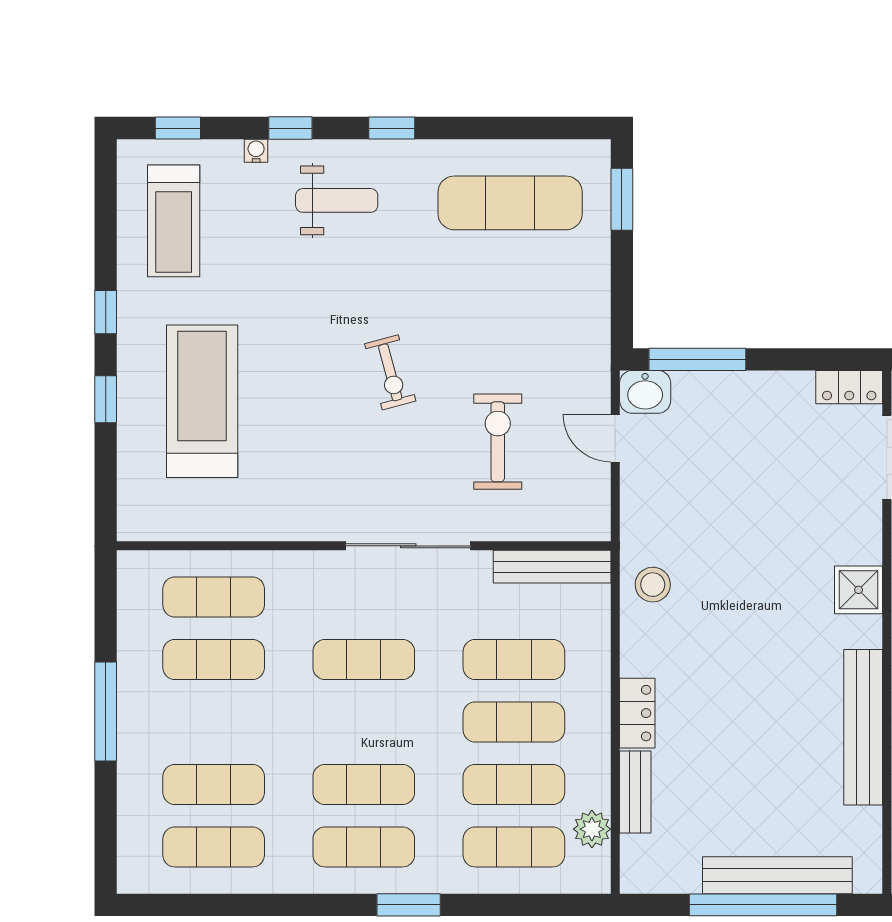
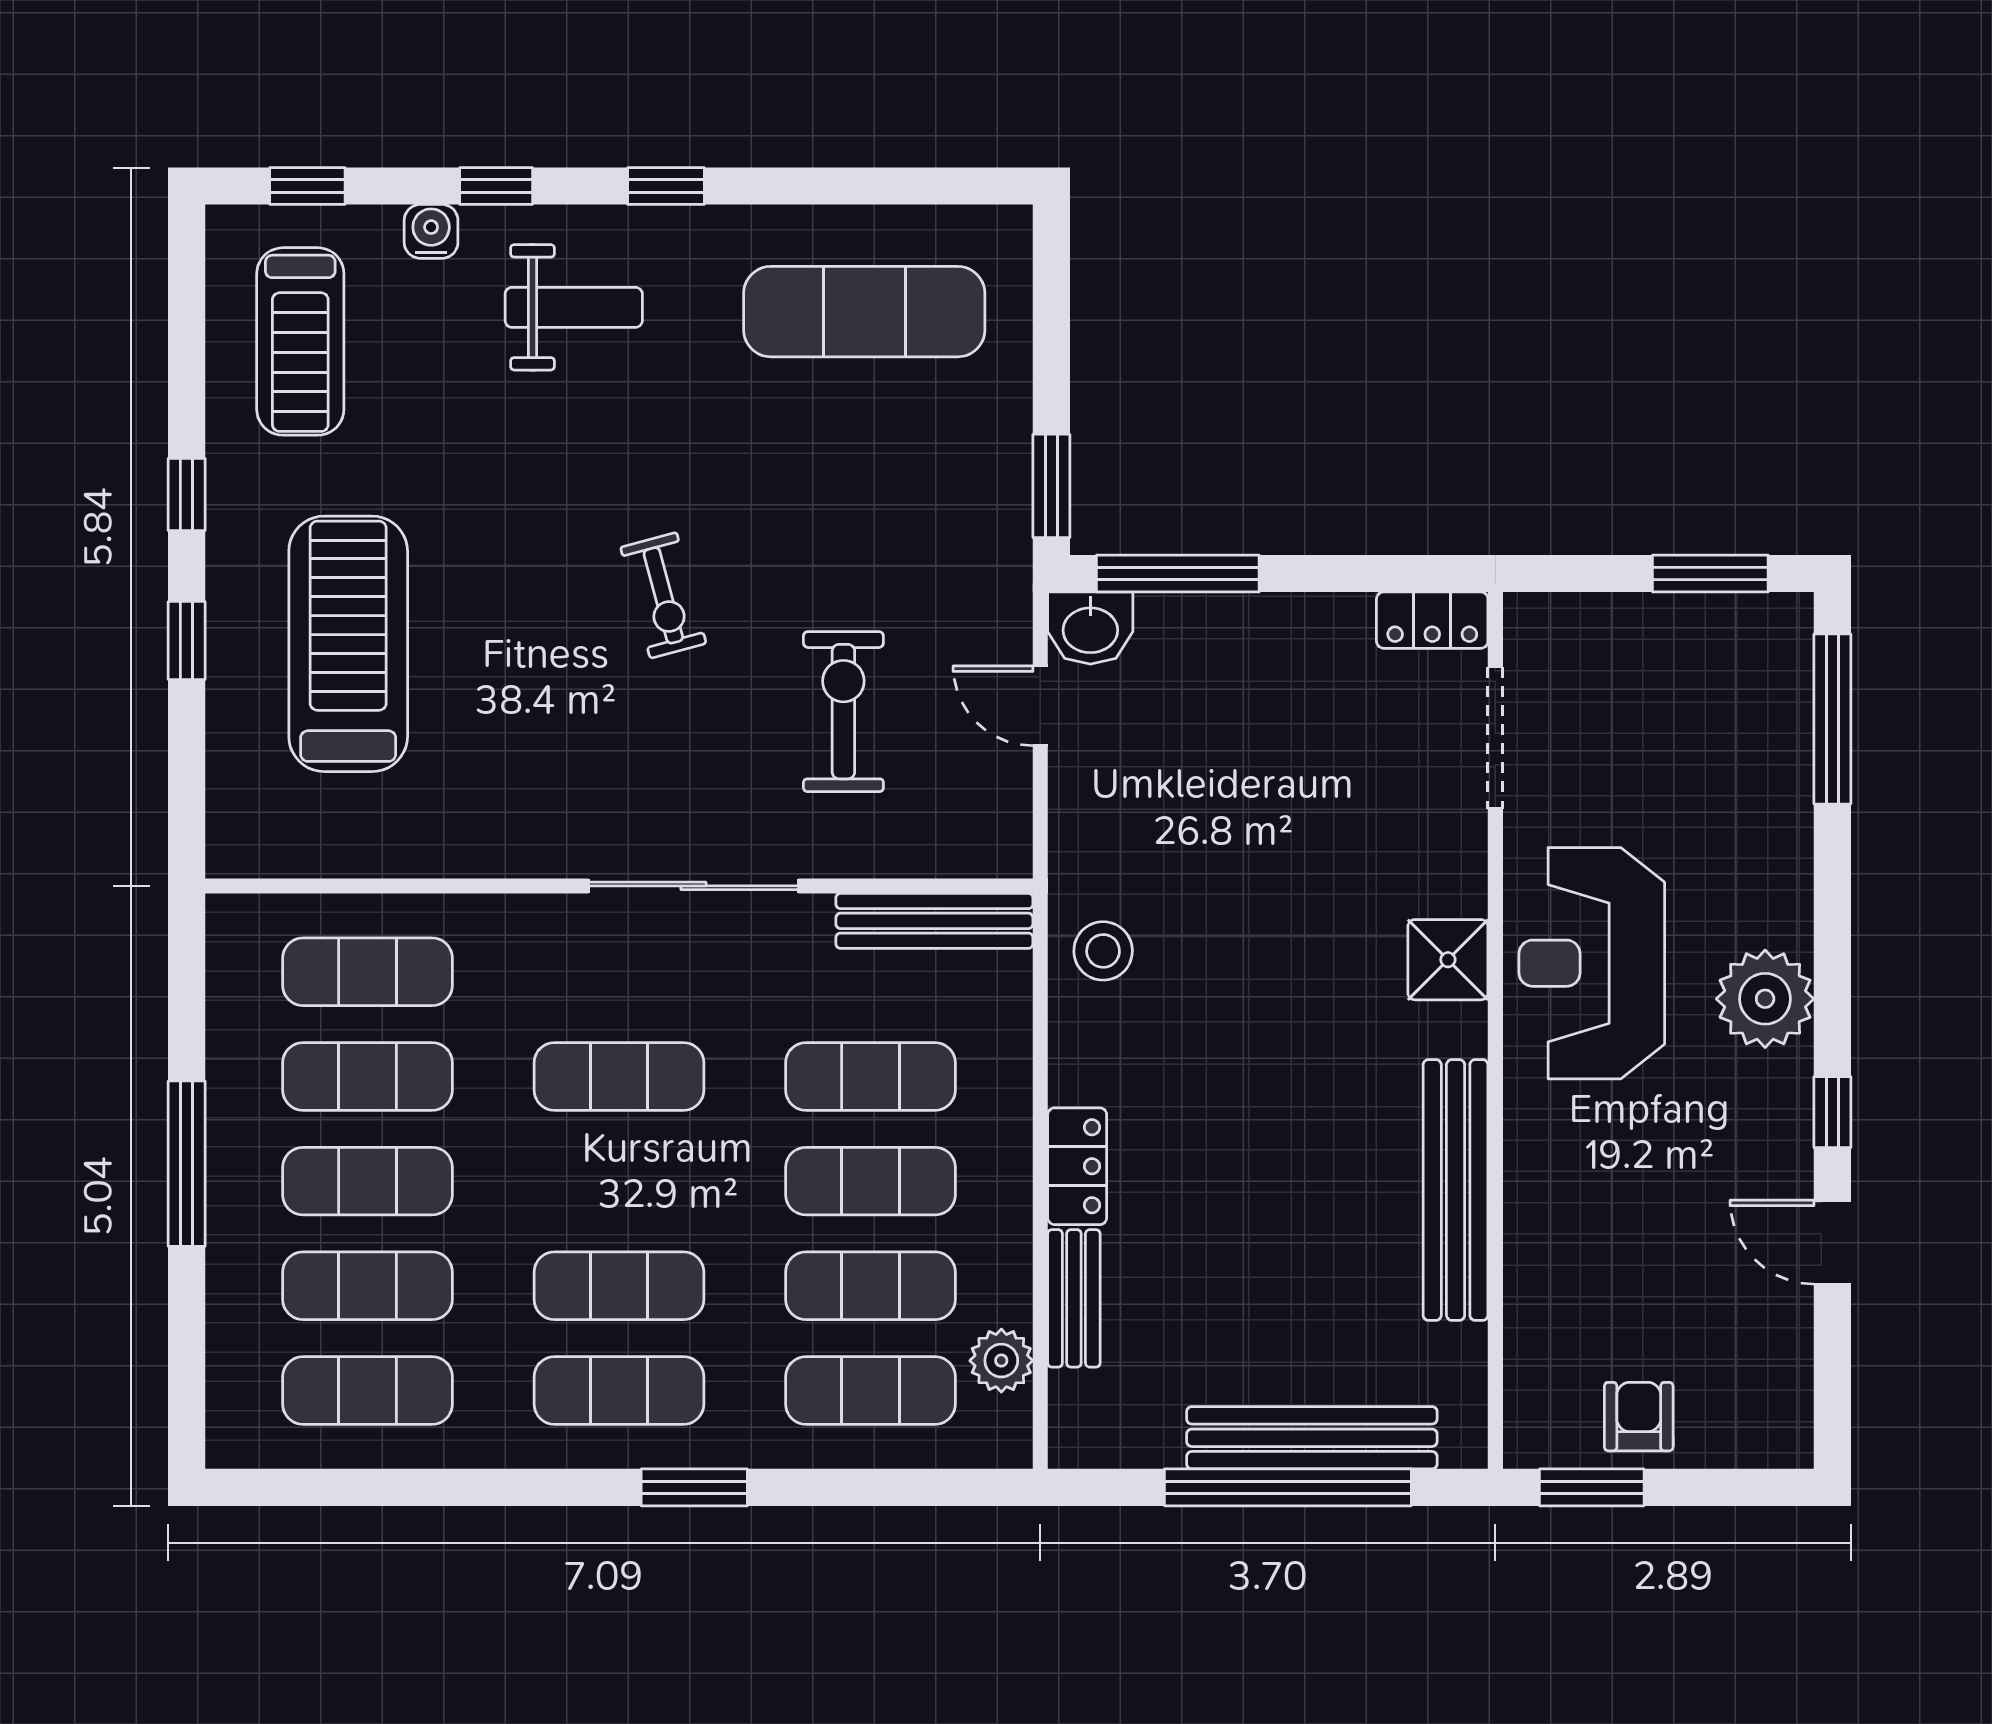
water cooler: (256, 151) -> (431, 231), width x1.38, depth x1.38
window: (622, 199) -> (1051, 486), moved
exercise mat: (214, 722) -> (368, 1181), added

